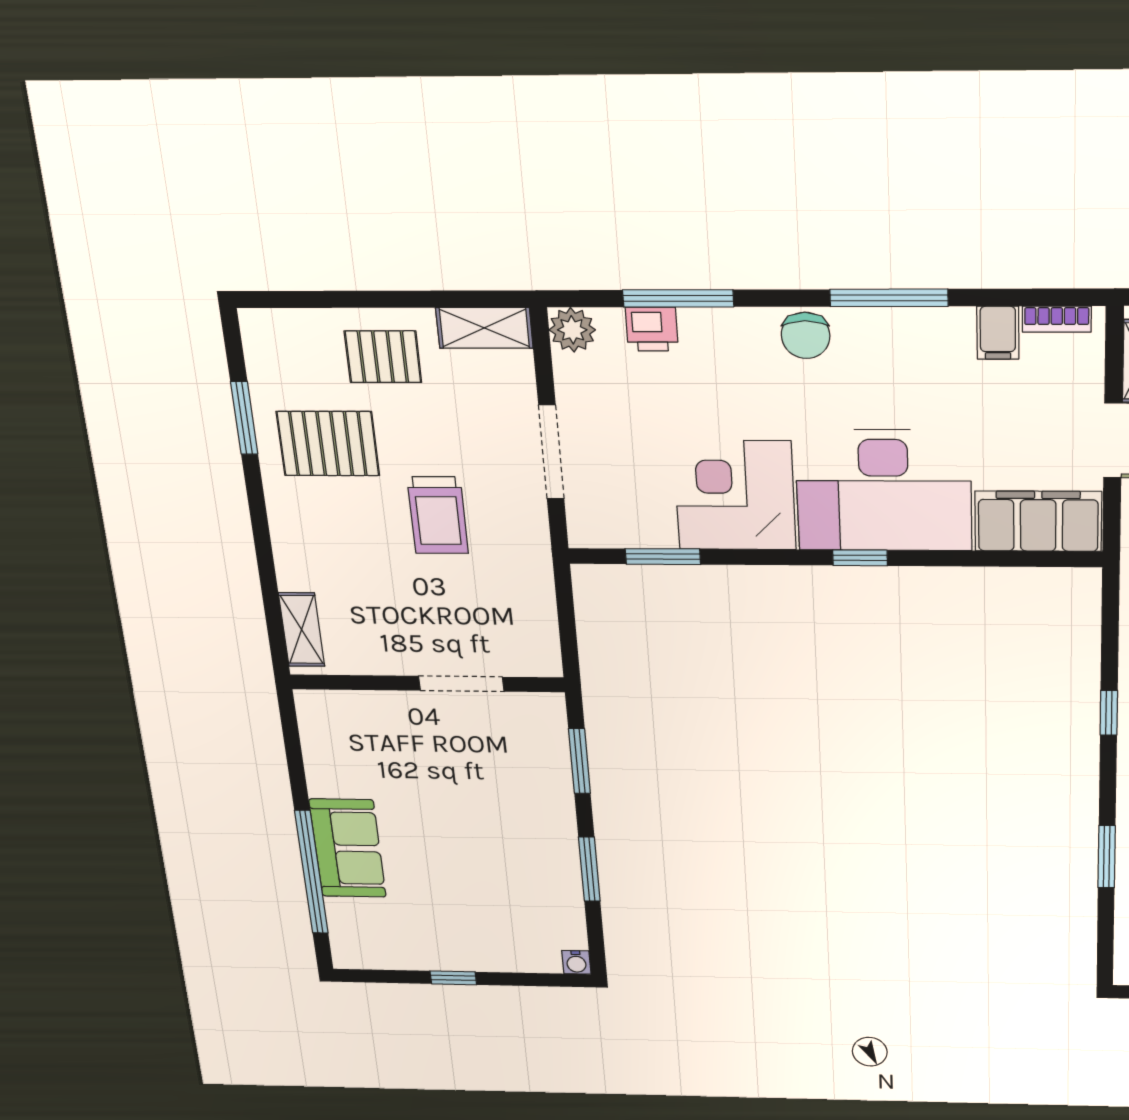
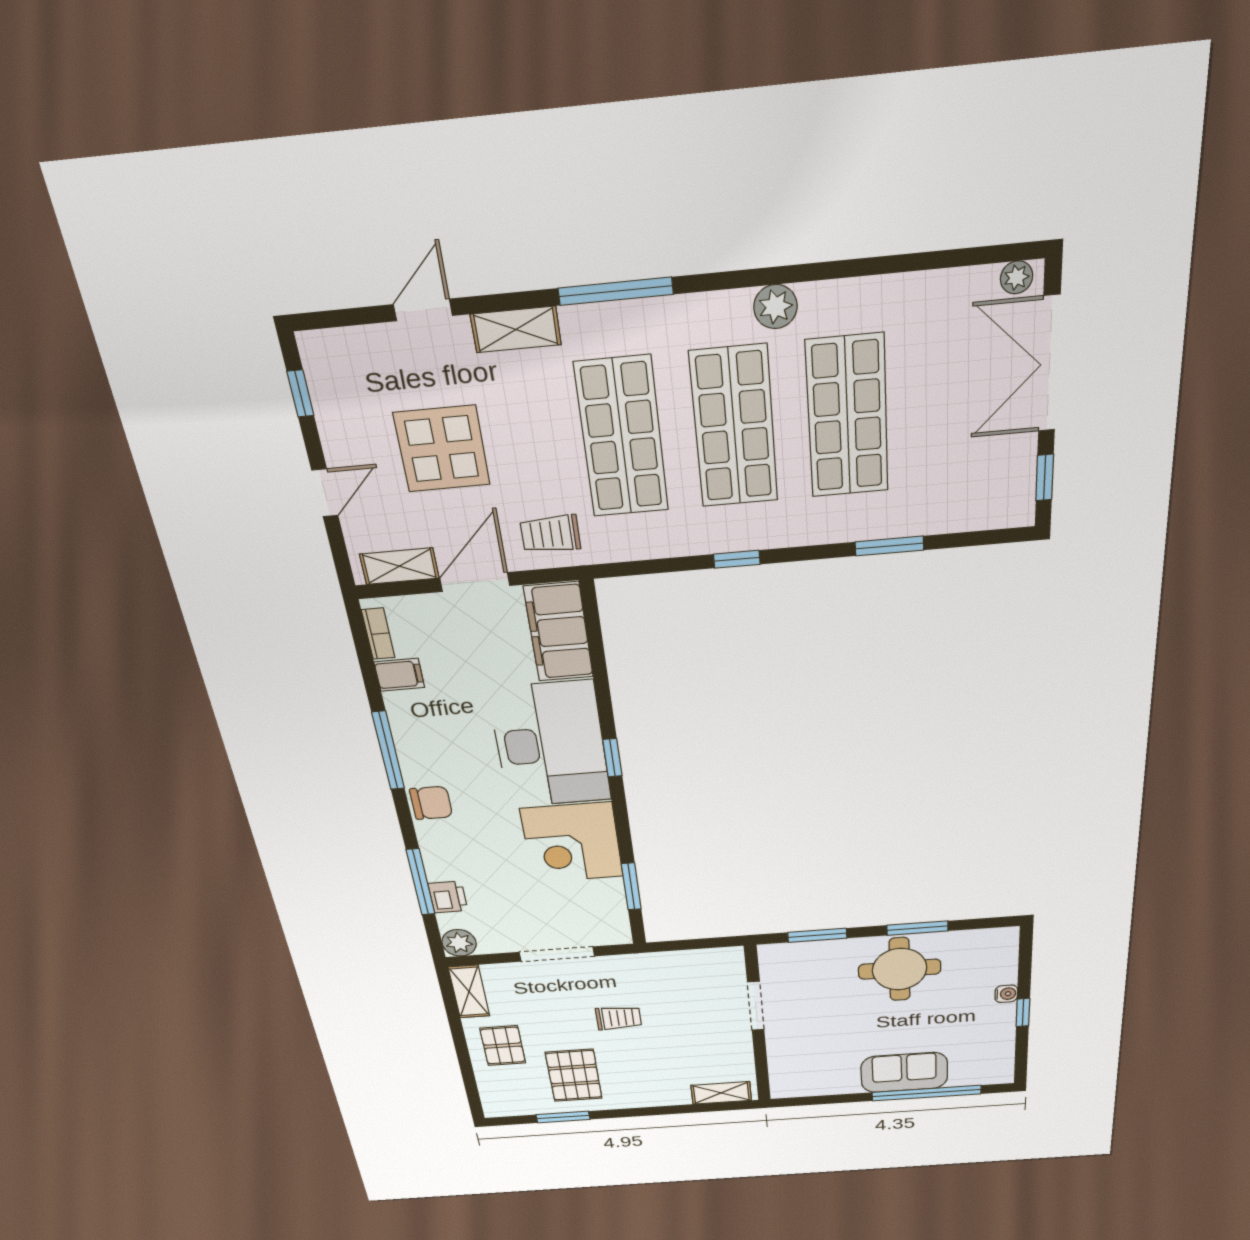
trolley: (438, 515) -> (619, 1018), width x0.73, depth x0.72
round table: (524, 848) -> (900, 969), added
water cooler: (576, 962) -> (1006, 994), moved

